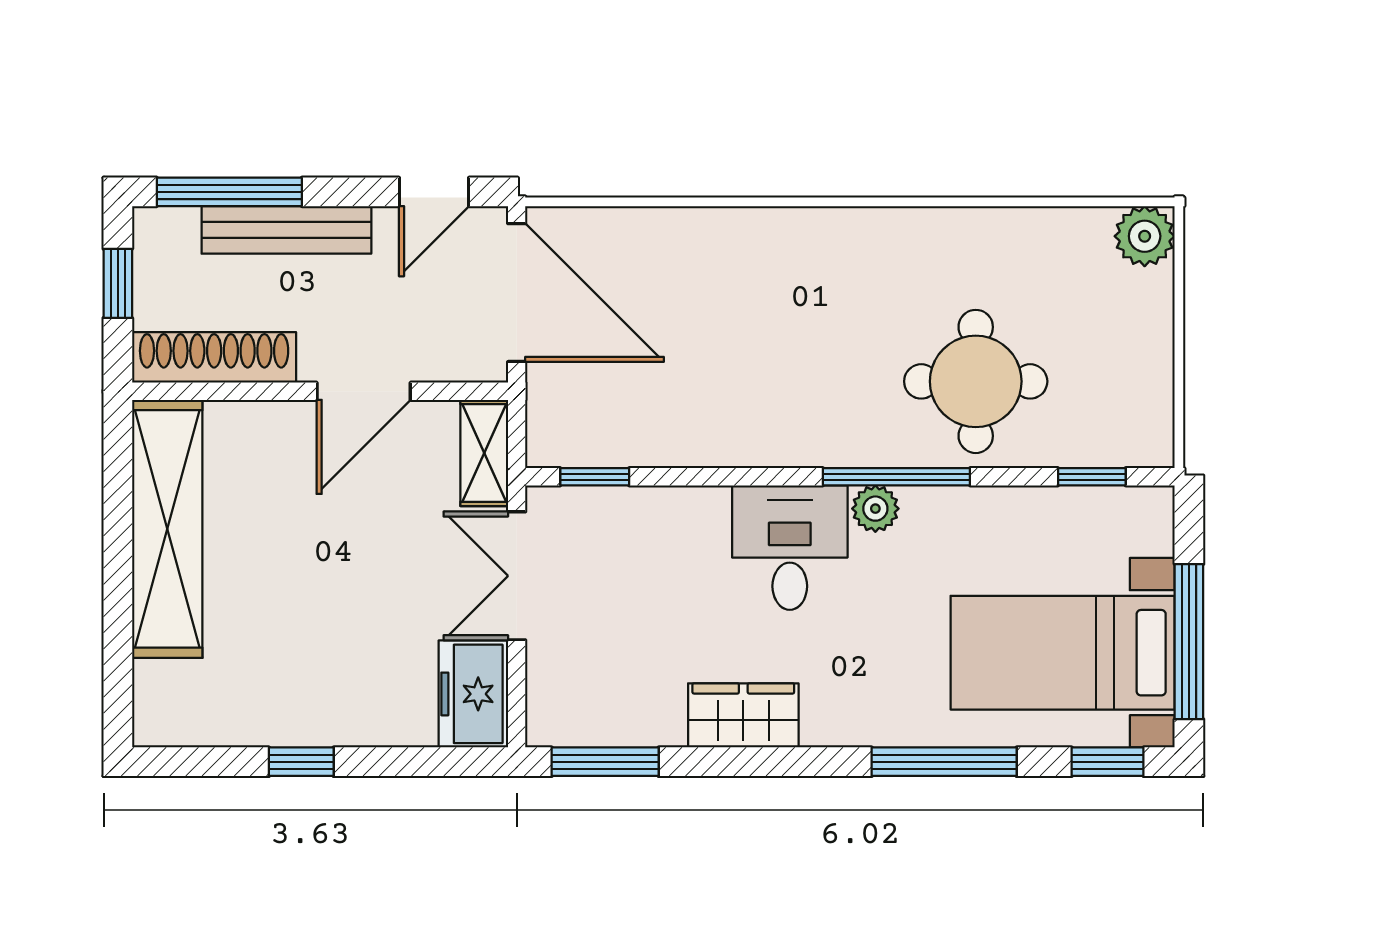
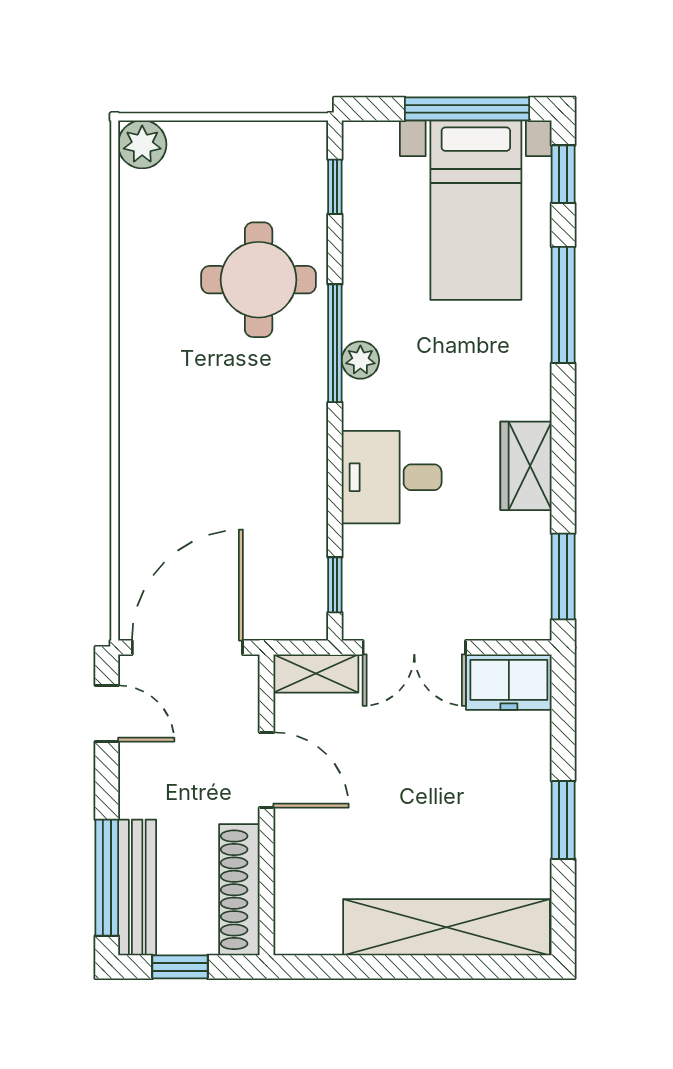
bench: (286, 230) -> (137, 888), moved
shelving: (167, 529) -> (446, 927), moved
desk: (790, 548) -> (392, 477), moved
window: (301, 762) -> (563, 820), width x1.50

